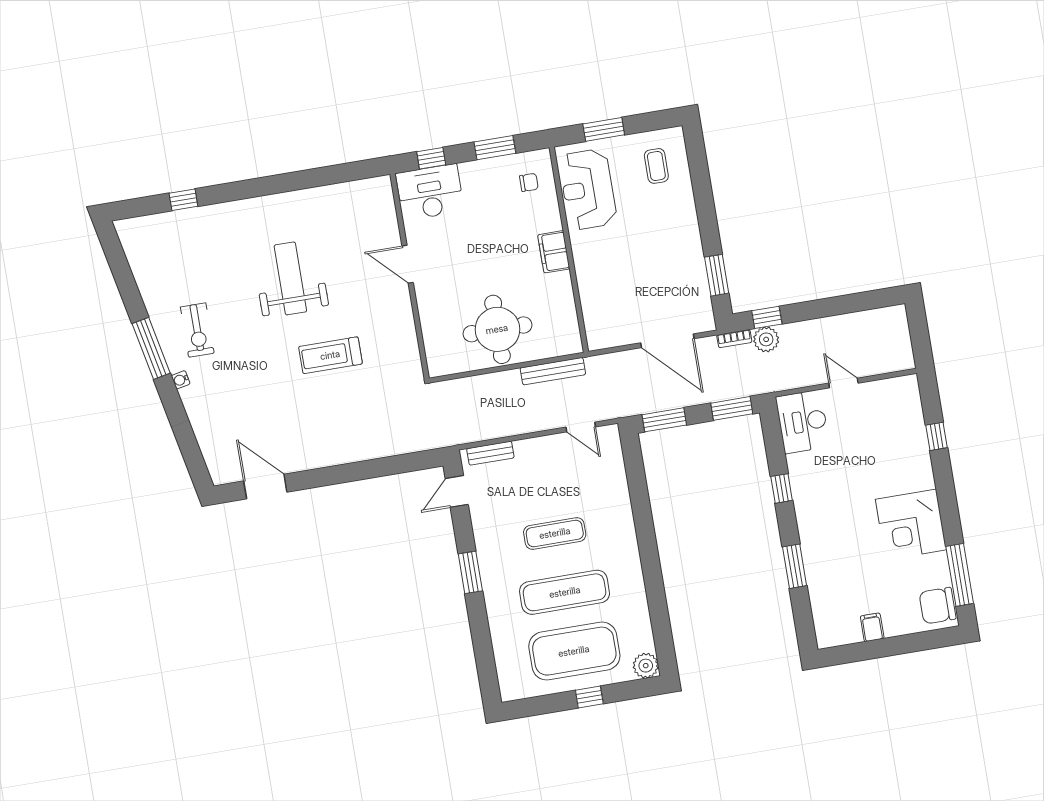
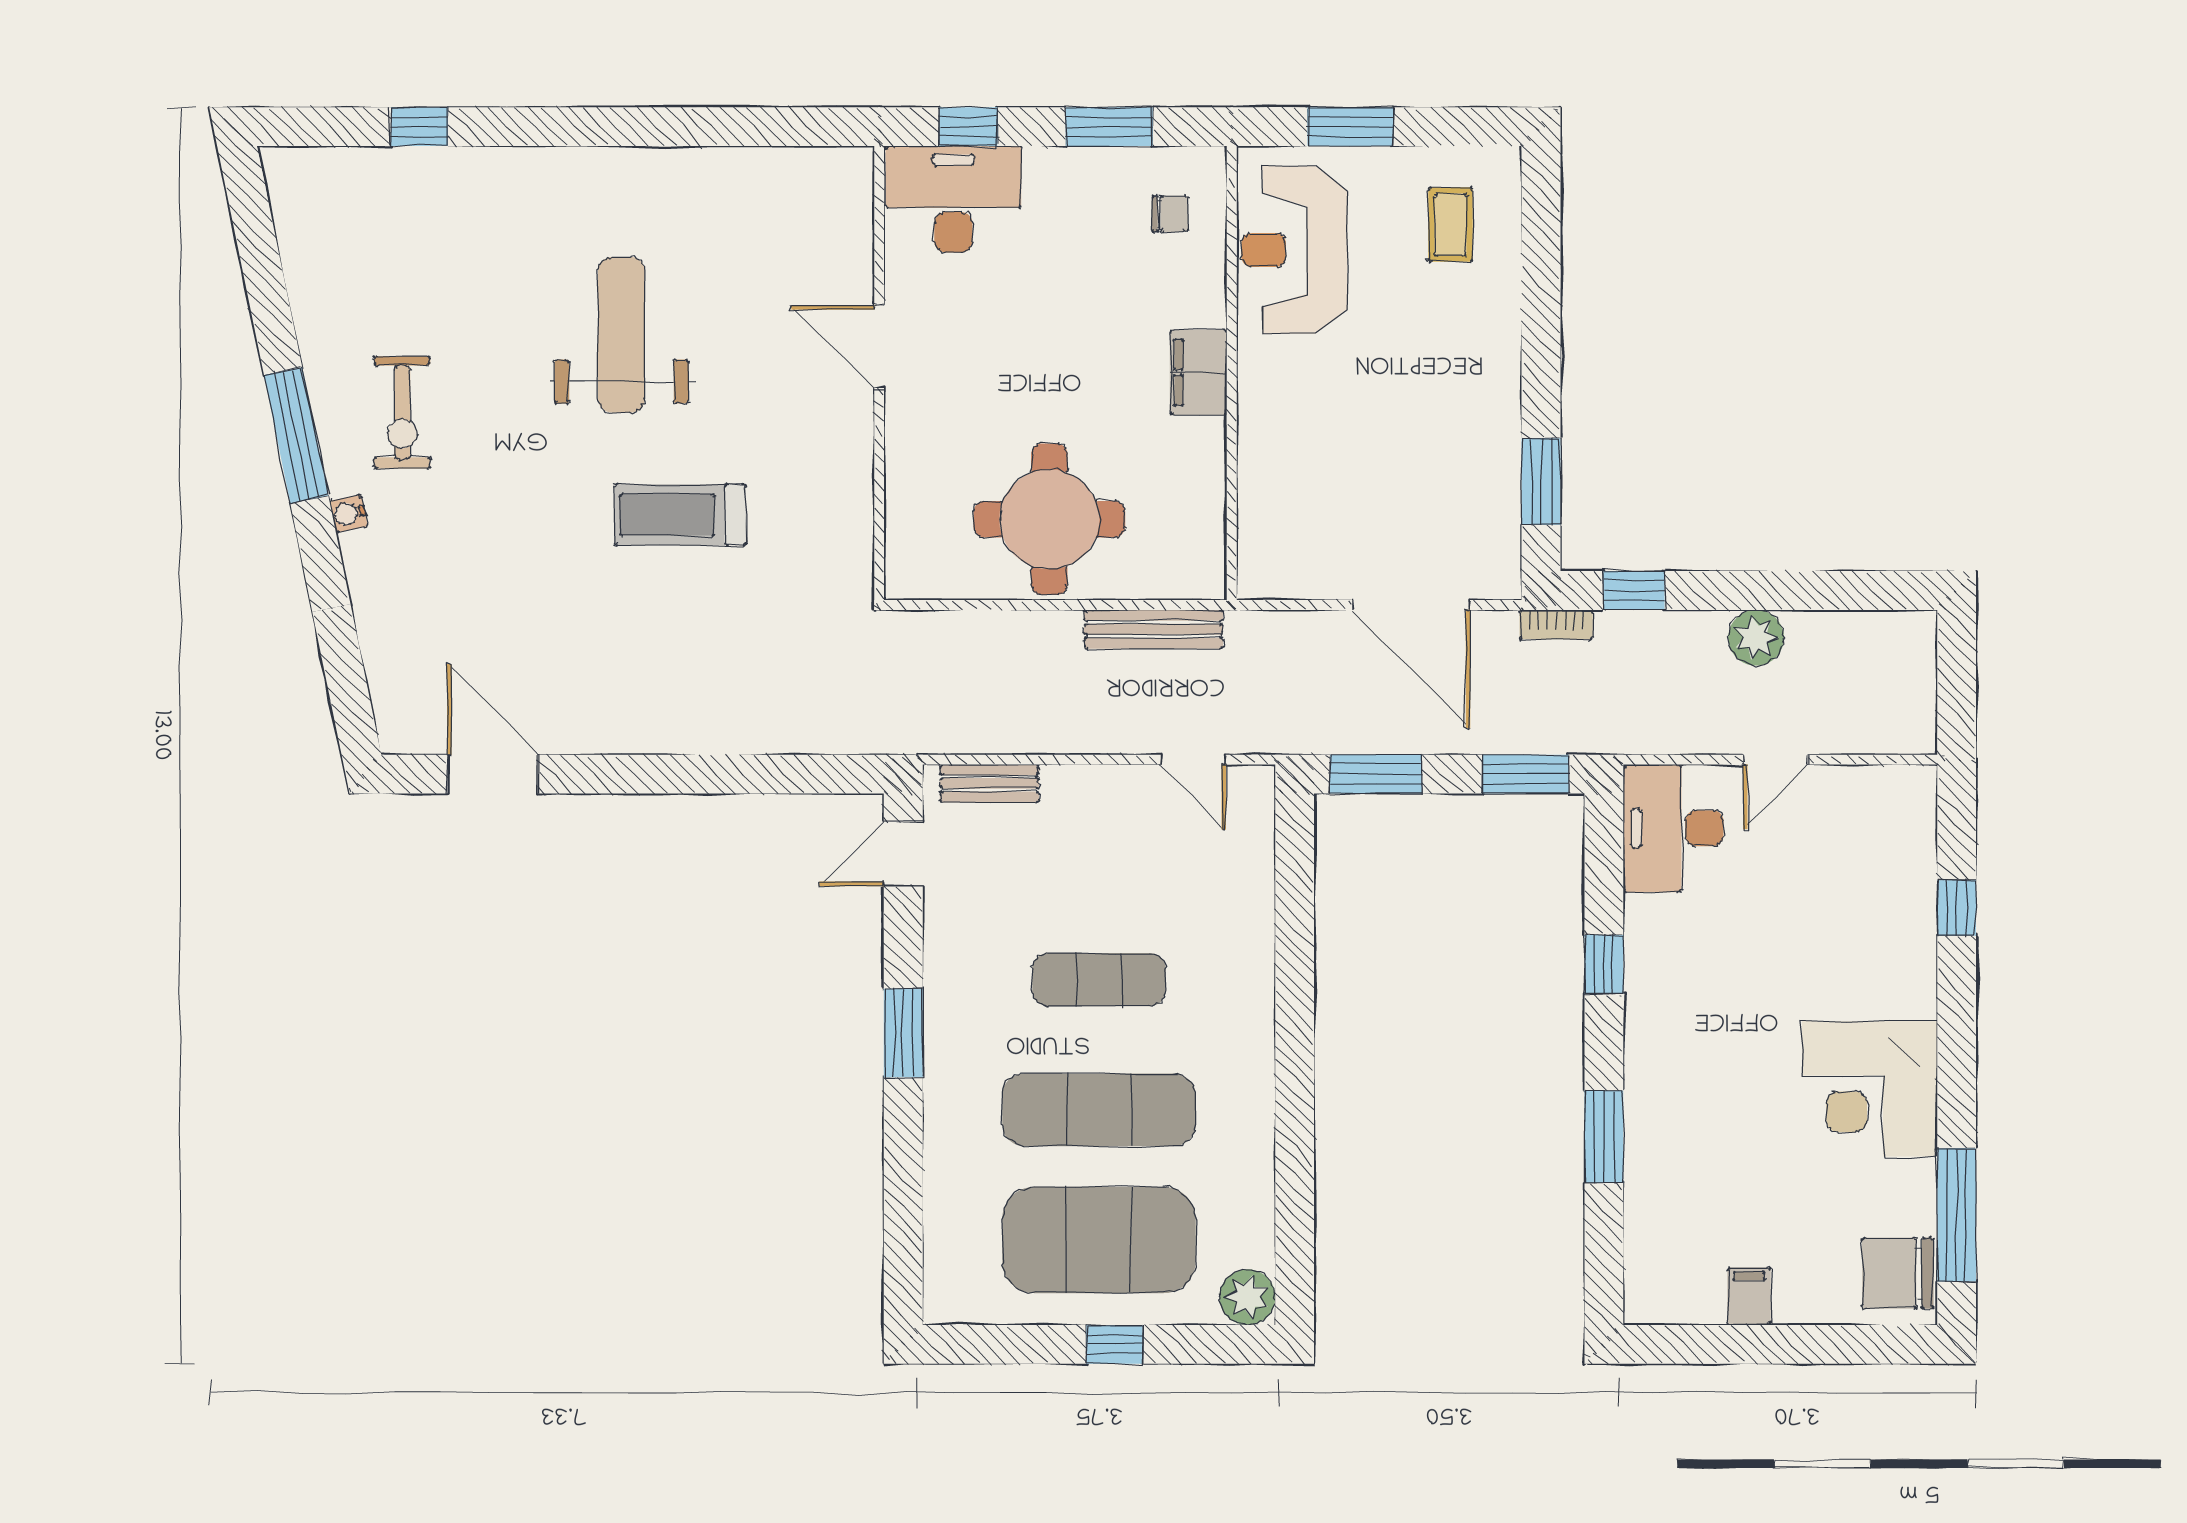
plant: (766, 339) -> (1756, 638), moved
door: (843, 383) -> (1775, 760), swing flipped

